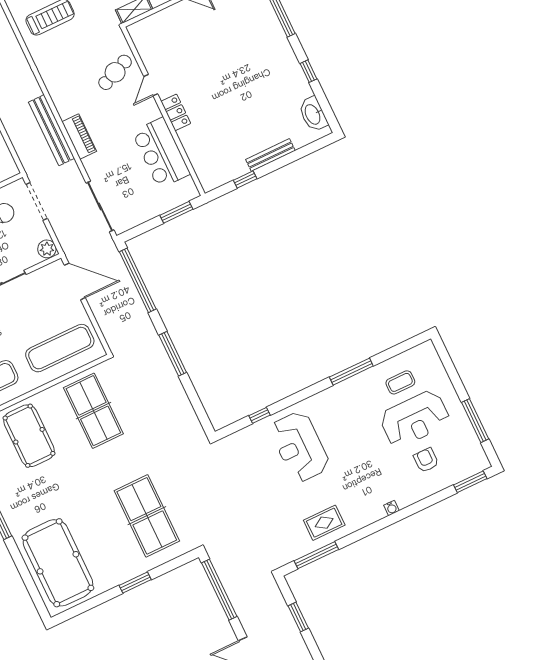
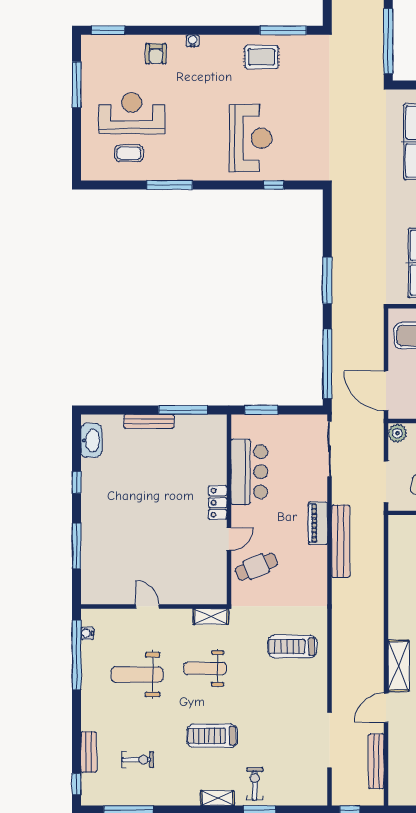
window: (245, 179) -> (183, 410), width x2.17
armchair: (426, 460) -> (156, 54), moved

